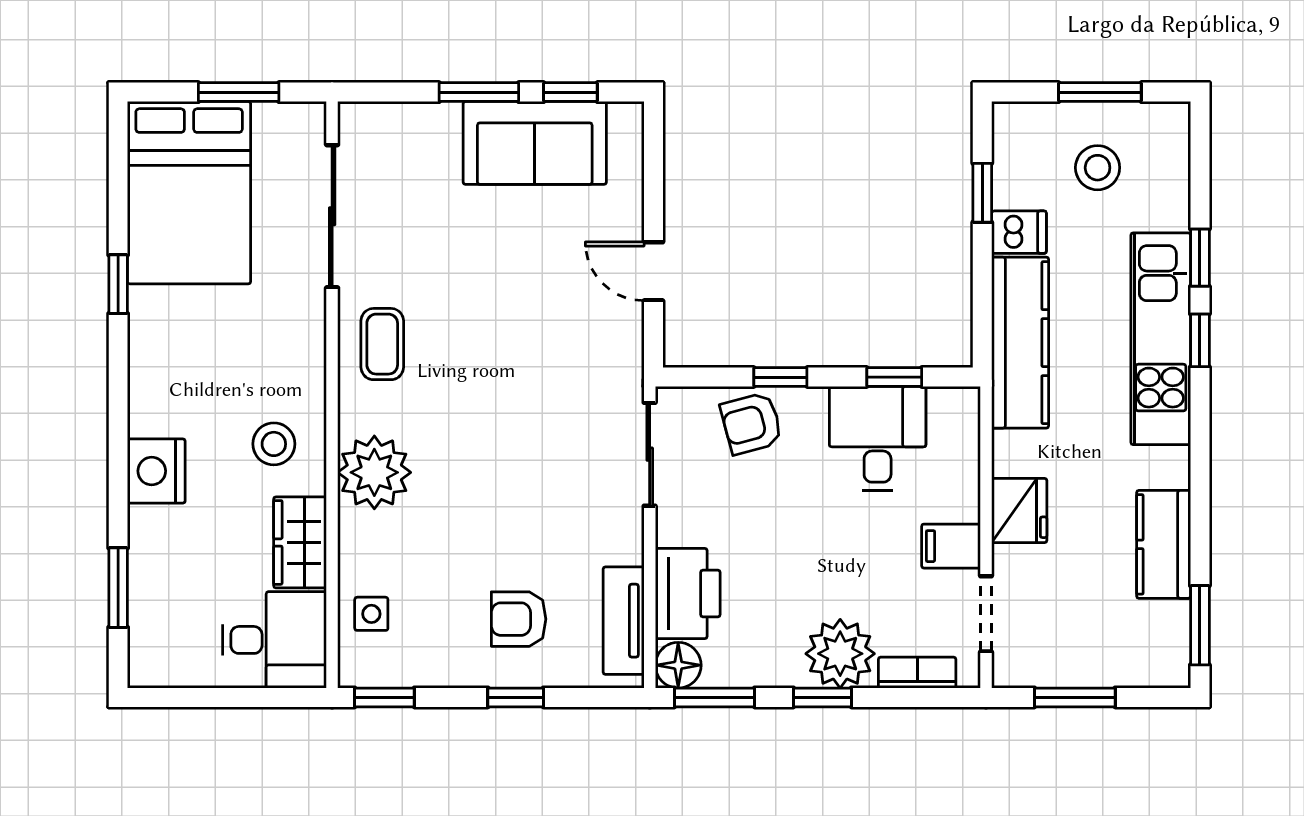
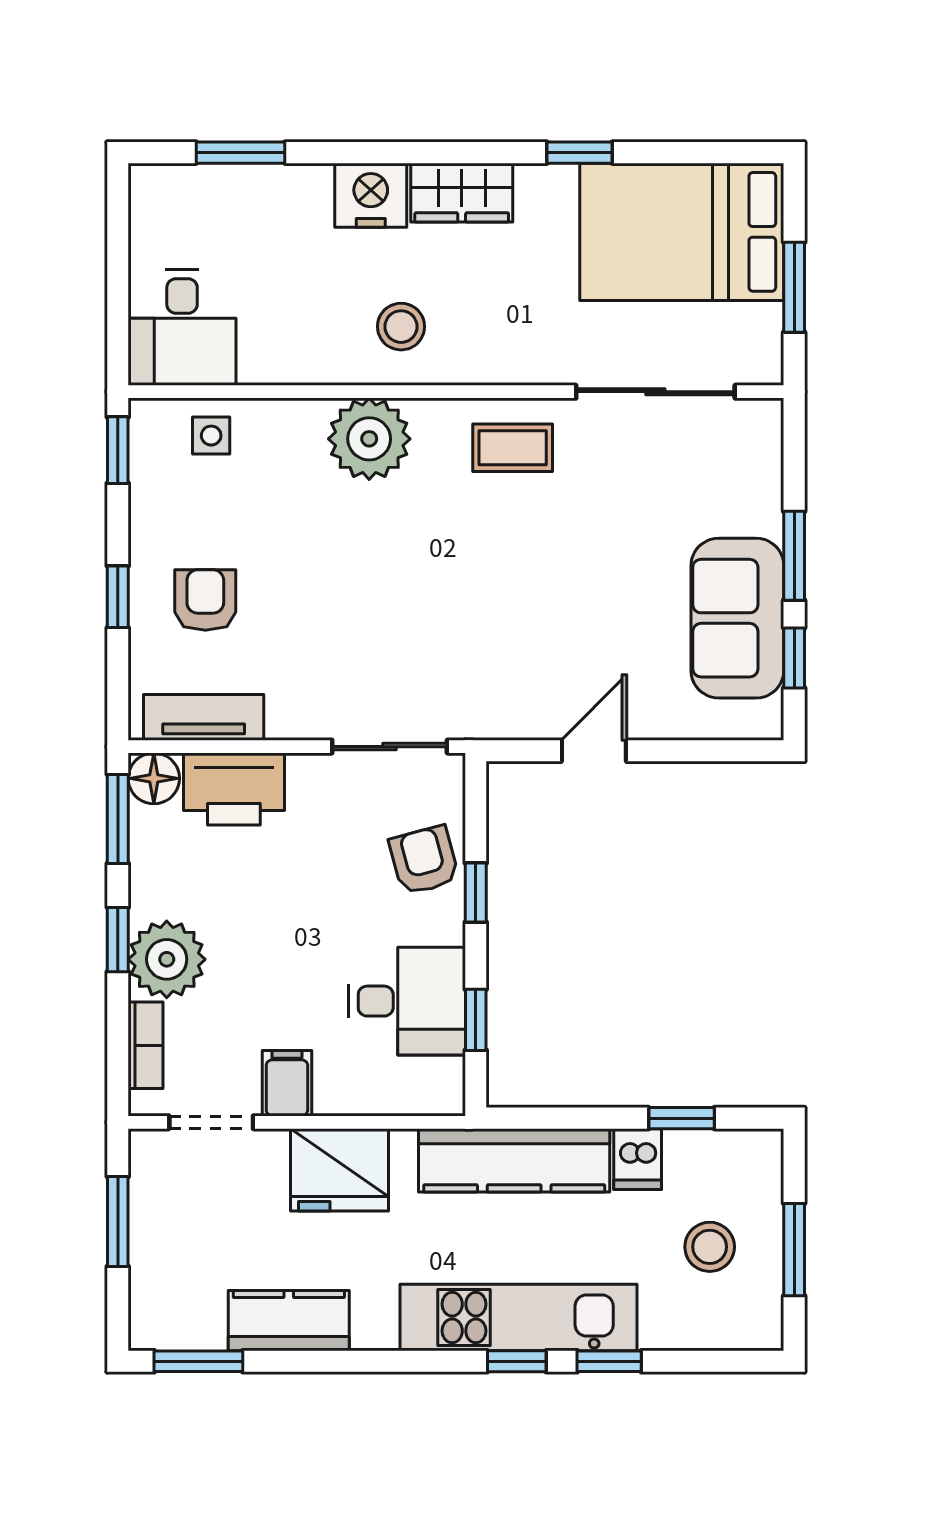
fridge: (1019, 511) -> (340, 1170), width x1.36, depth x1.34
wardrobe: (300, 542) -> (462, 193), moved, turned 180

